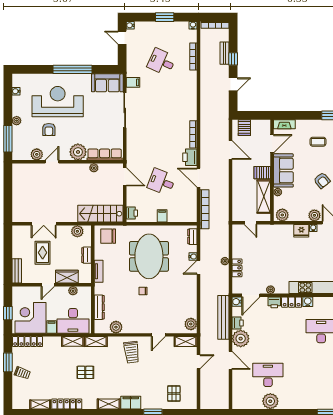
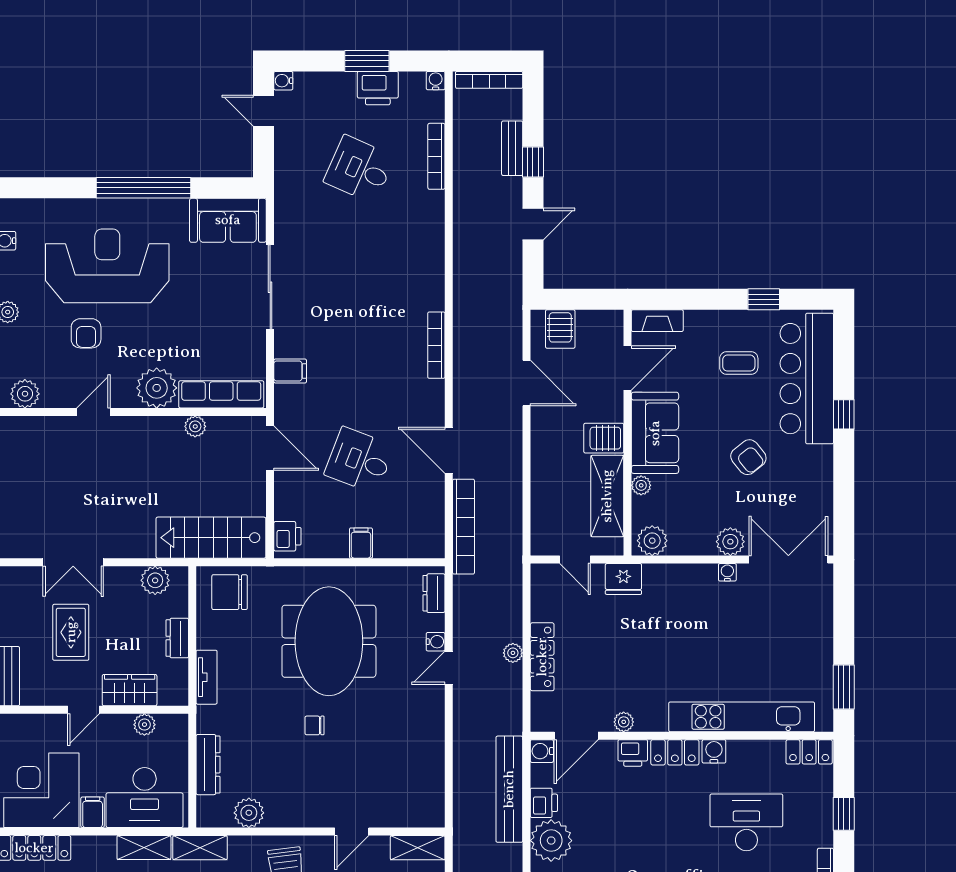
filing cabinet: (133, 82) -> (290, 371), moved
plant: (37, 154) -> (25, 394), moved
printer: (190, 157) -> (378, 88), moved, turned -90
fridge: (301, 231) -> (623, 579), moved
locker: (237, 268) -> (542, 657), width x1.53
plant: (191, 324) -> (430, 805), removed

